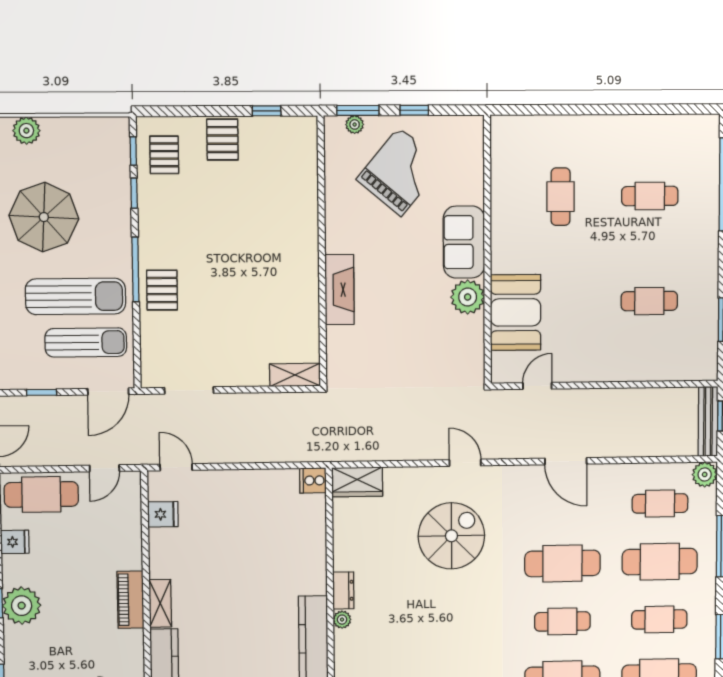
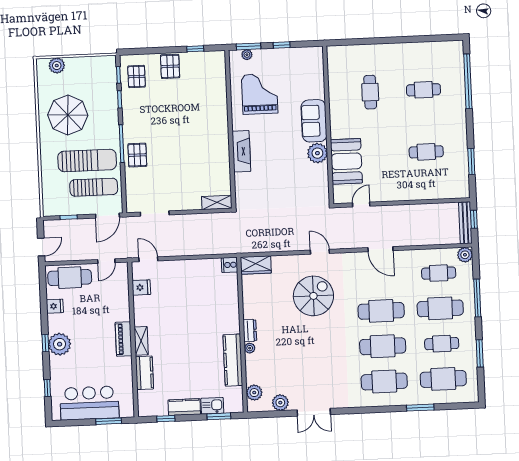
grand piano: (400, 172) -> (260, 94), moved, turned -40
cafe table: (562, 621) -> (383, 346), width x1.37, depth x1.35

